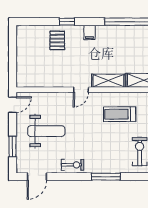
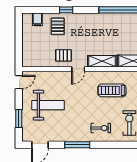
filing cabinet: (89, 33) -> (37, 19), moved
pallet: (64, 74) -> (63, 55), added
exercise bike: (73, 165) -> (101, 128), moved
window: (106, 177) -> (77, 145), moved

